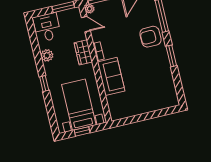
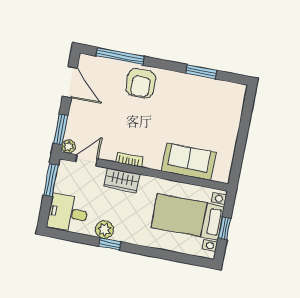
window: (171, 56) -> (201, 72), moved
sofa: (111, 76) -> (189, 162), moved
window: (44, 84) -> (110, 244), moved

